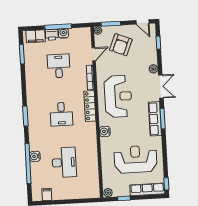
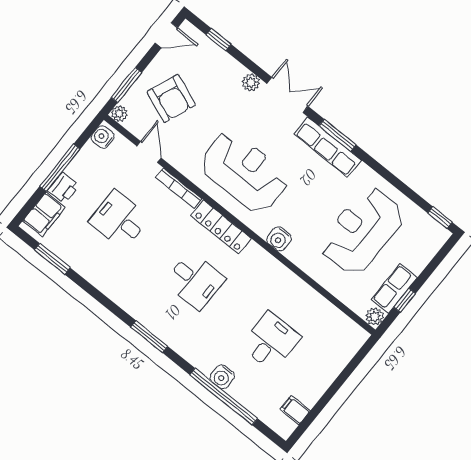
water cooler: (63, 33) -> (103, 137), moved
desk: (64, 162) -> (271, 341), width x0.73
row of seats: (147, 189) -> (394, 289), moved, width x0.68

